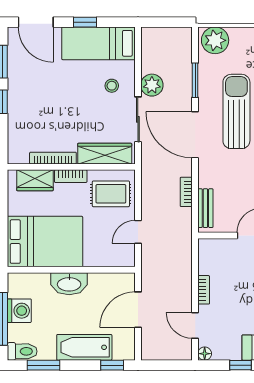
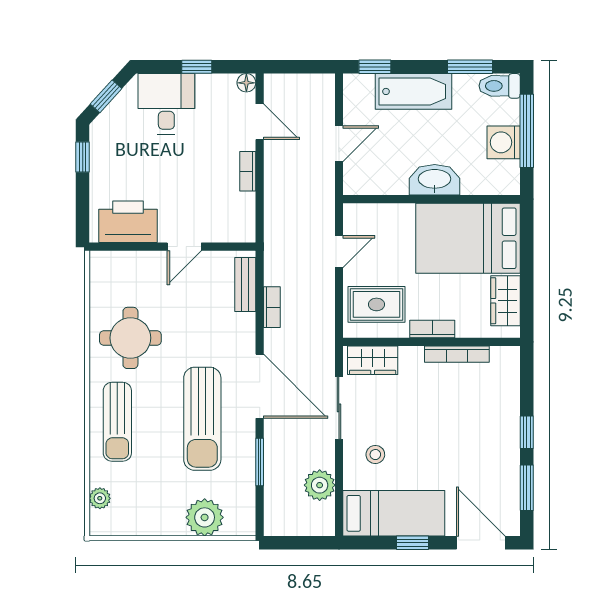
plant: (215, 40) -> (205, 517), moved
plant: (152, 85) -> (320, 485), moved
wardrobe: (105, 154) -> (373, 360), width x0.67
wardrobe: (35, 180) -> (505, 301), moved, turned -90
door: (138, 310) -> (339, 144), width x0.73

